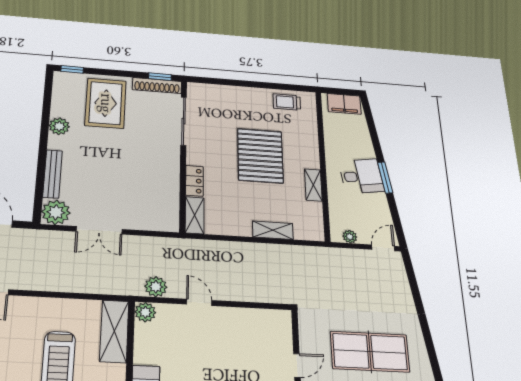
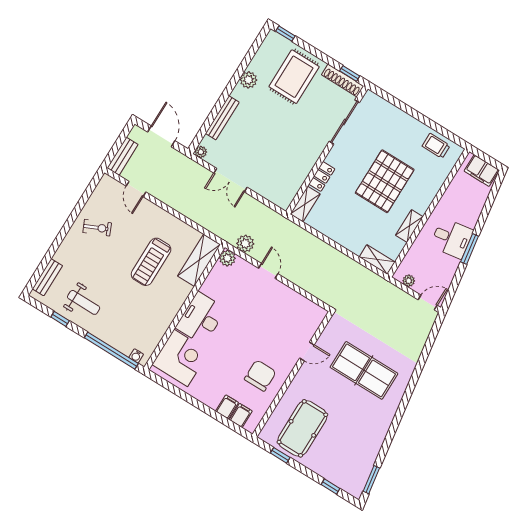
plant: (56, 212) -> (201, 152), width x0.53, depth x0.53
shelving: (273, 230) -> (377, 260), moved

